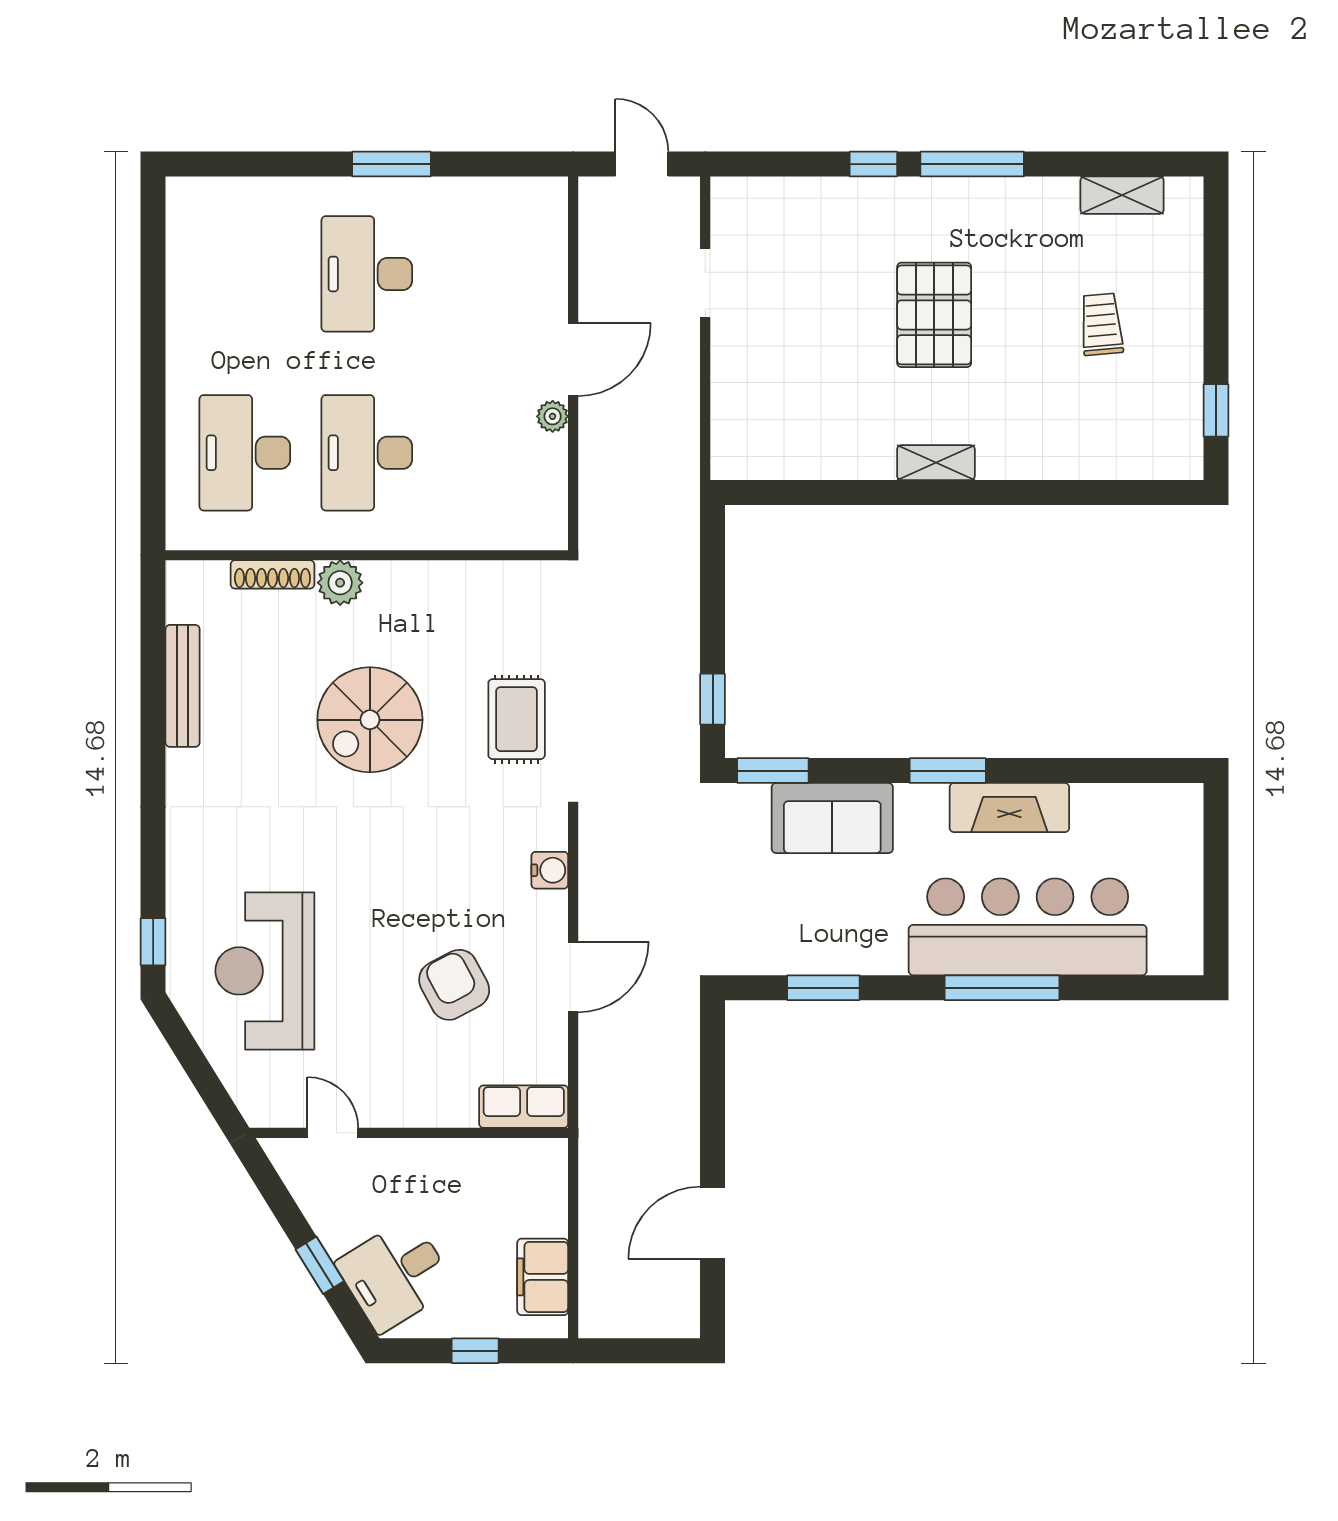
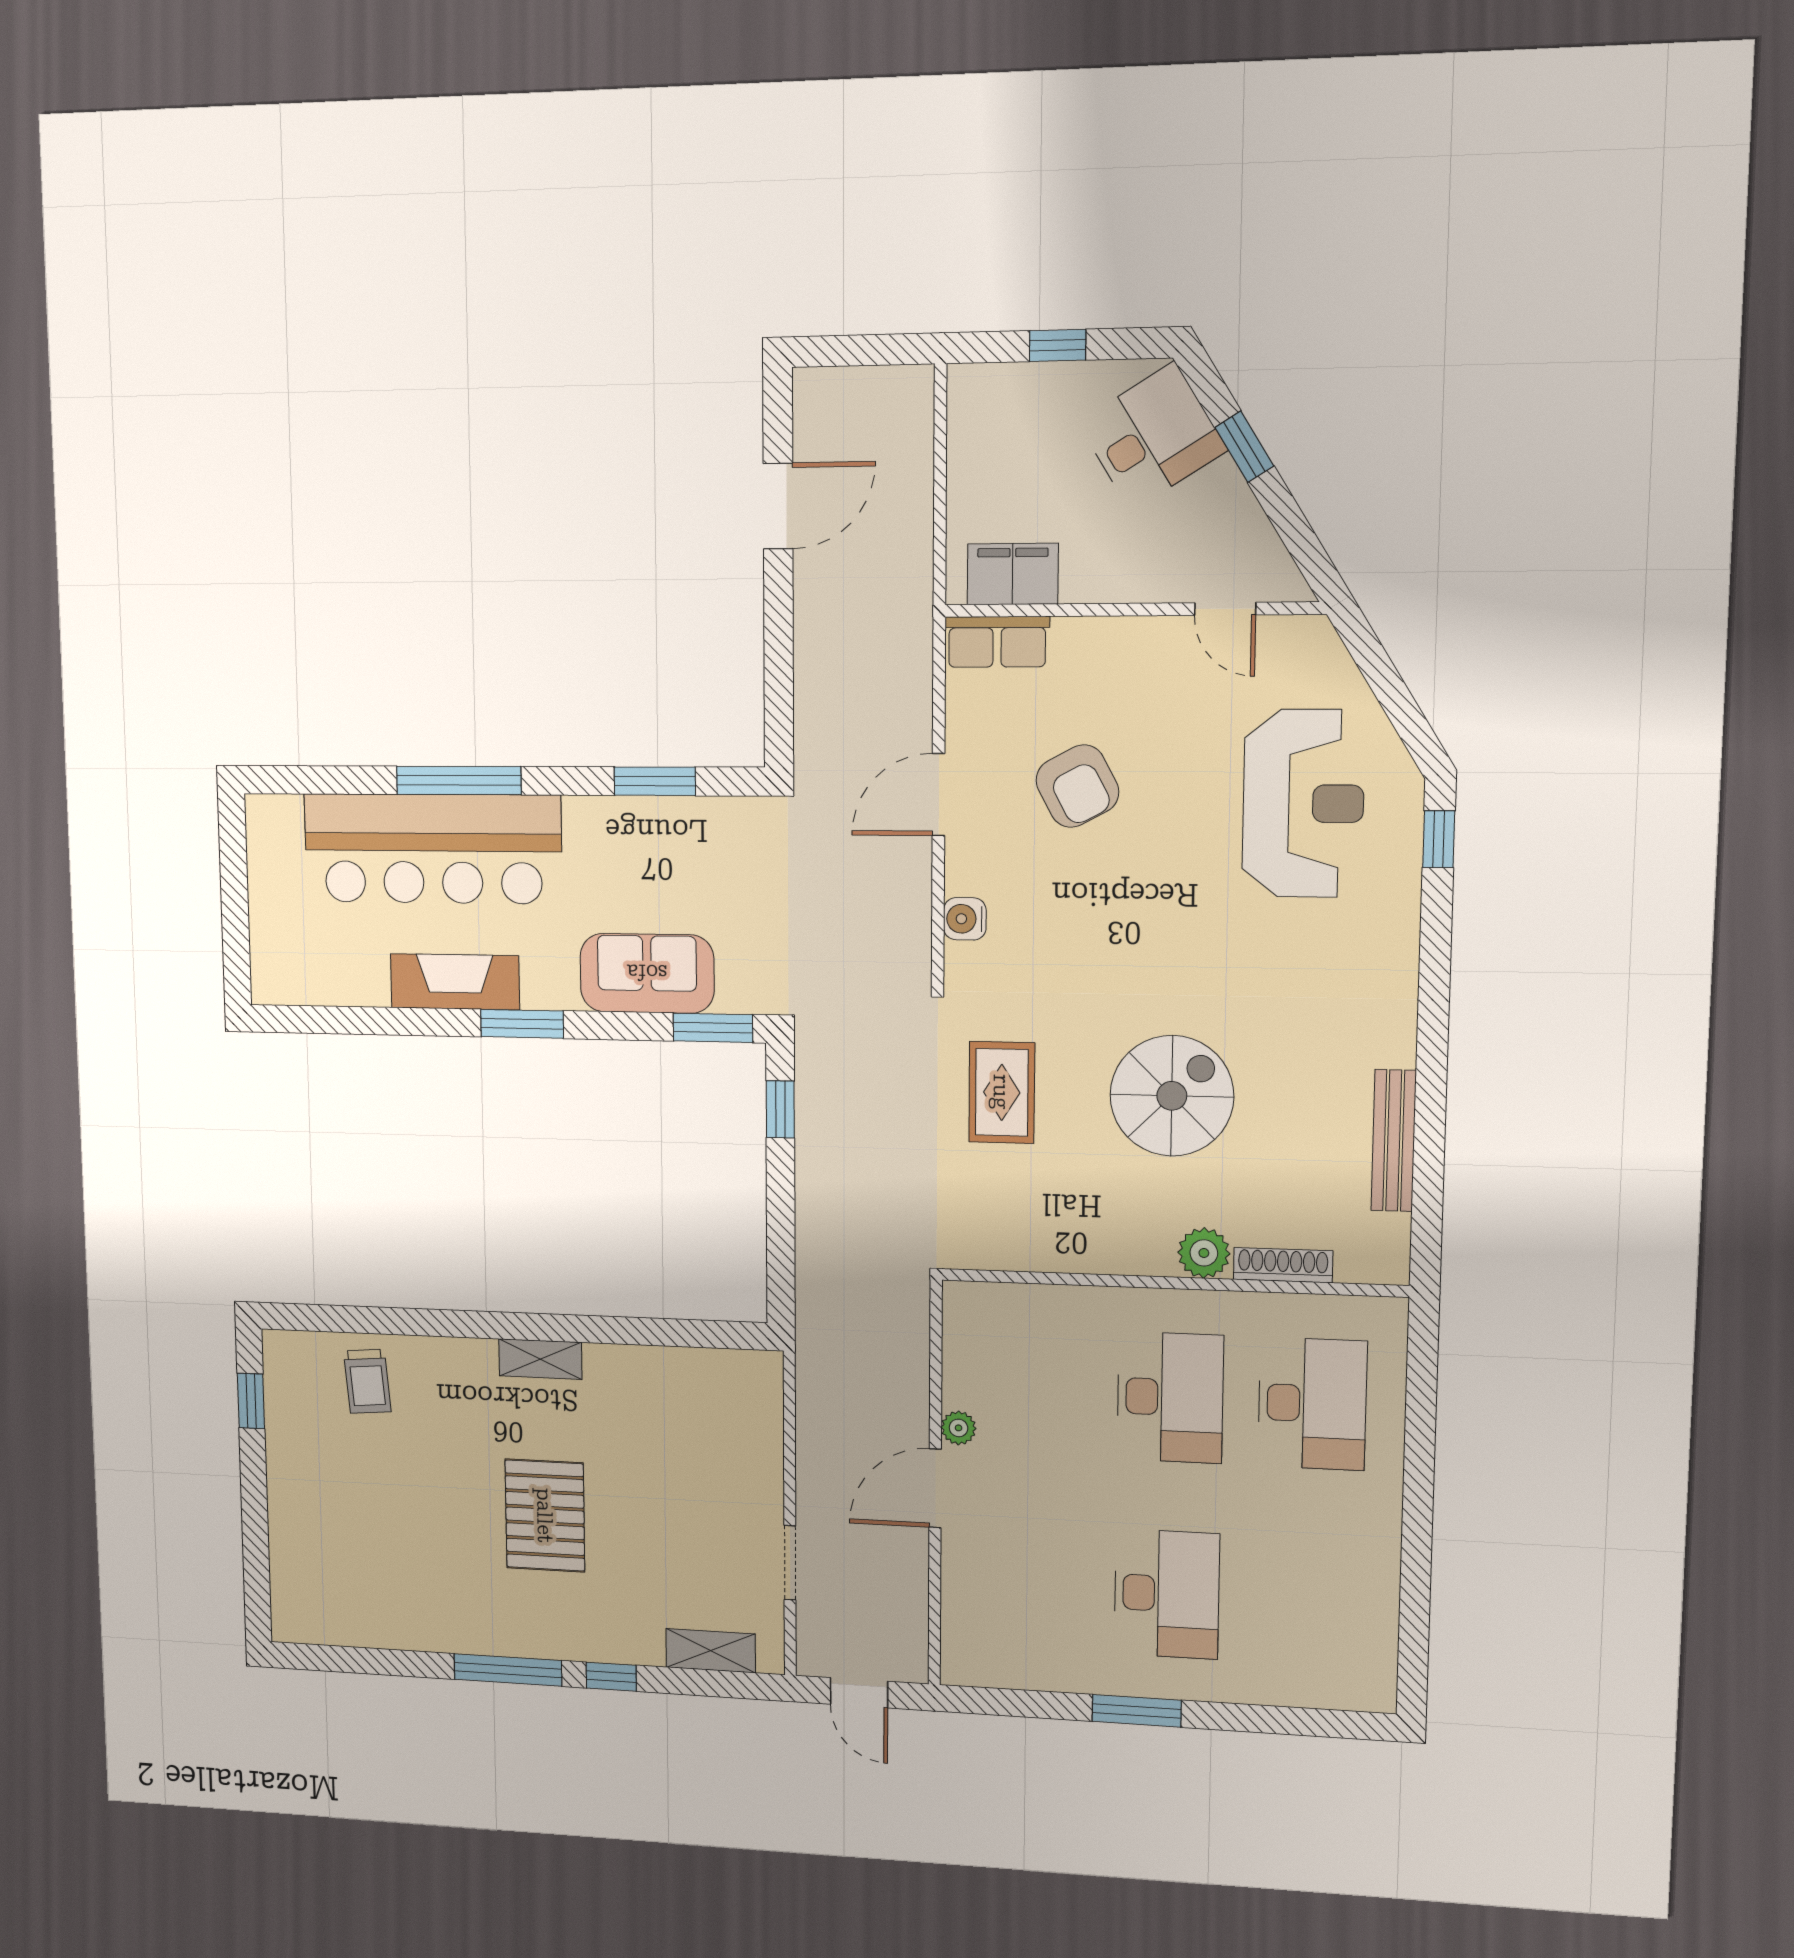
shelving: (1122, 195) -> (711, 1651), moved
trolley: (1101, 324) -> (367, 1381), moved
filing cabinet: (543, 1277) -> (1013, 574), moved, turned -90

